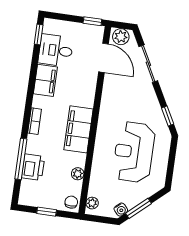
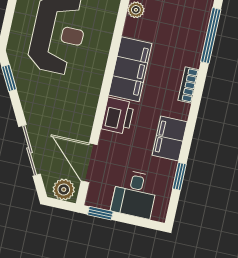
window: (39, 35) -> (179, 176), moved
desk: (56, 50) -> (135, 194), moved, turned 90
printer: (33, 167) -> (118, 116), moved, turned 180

